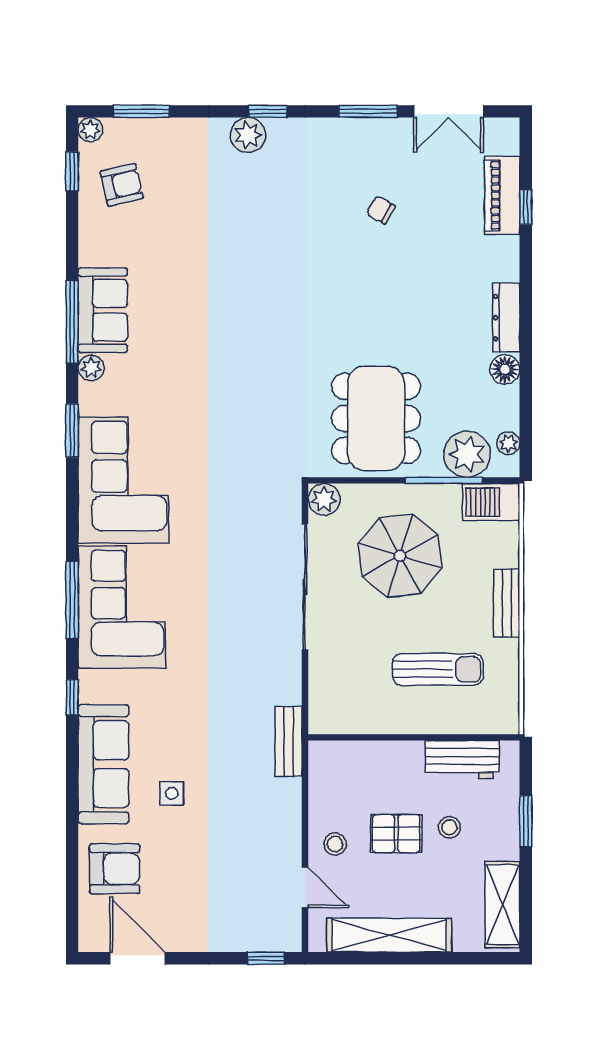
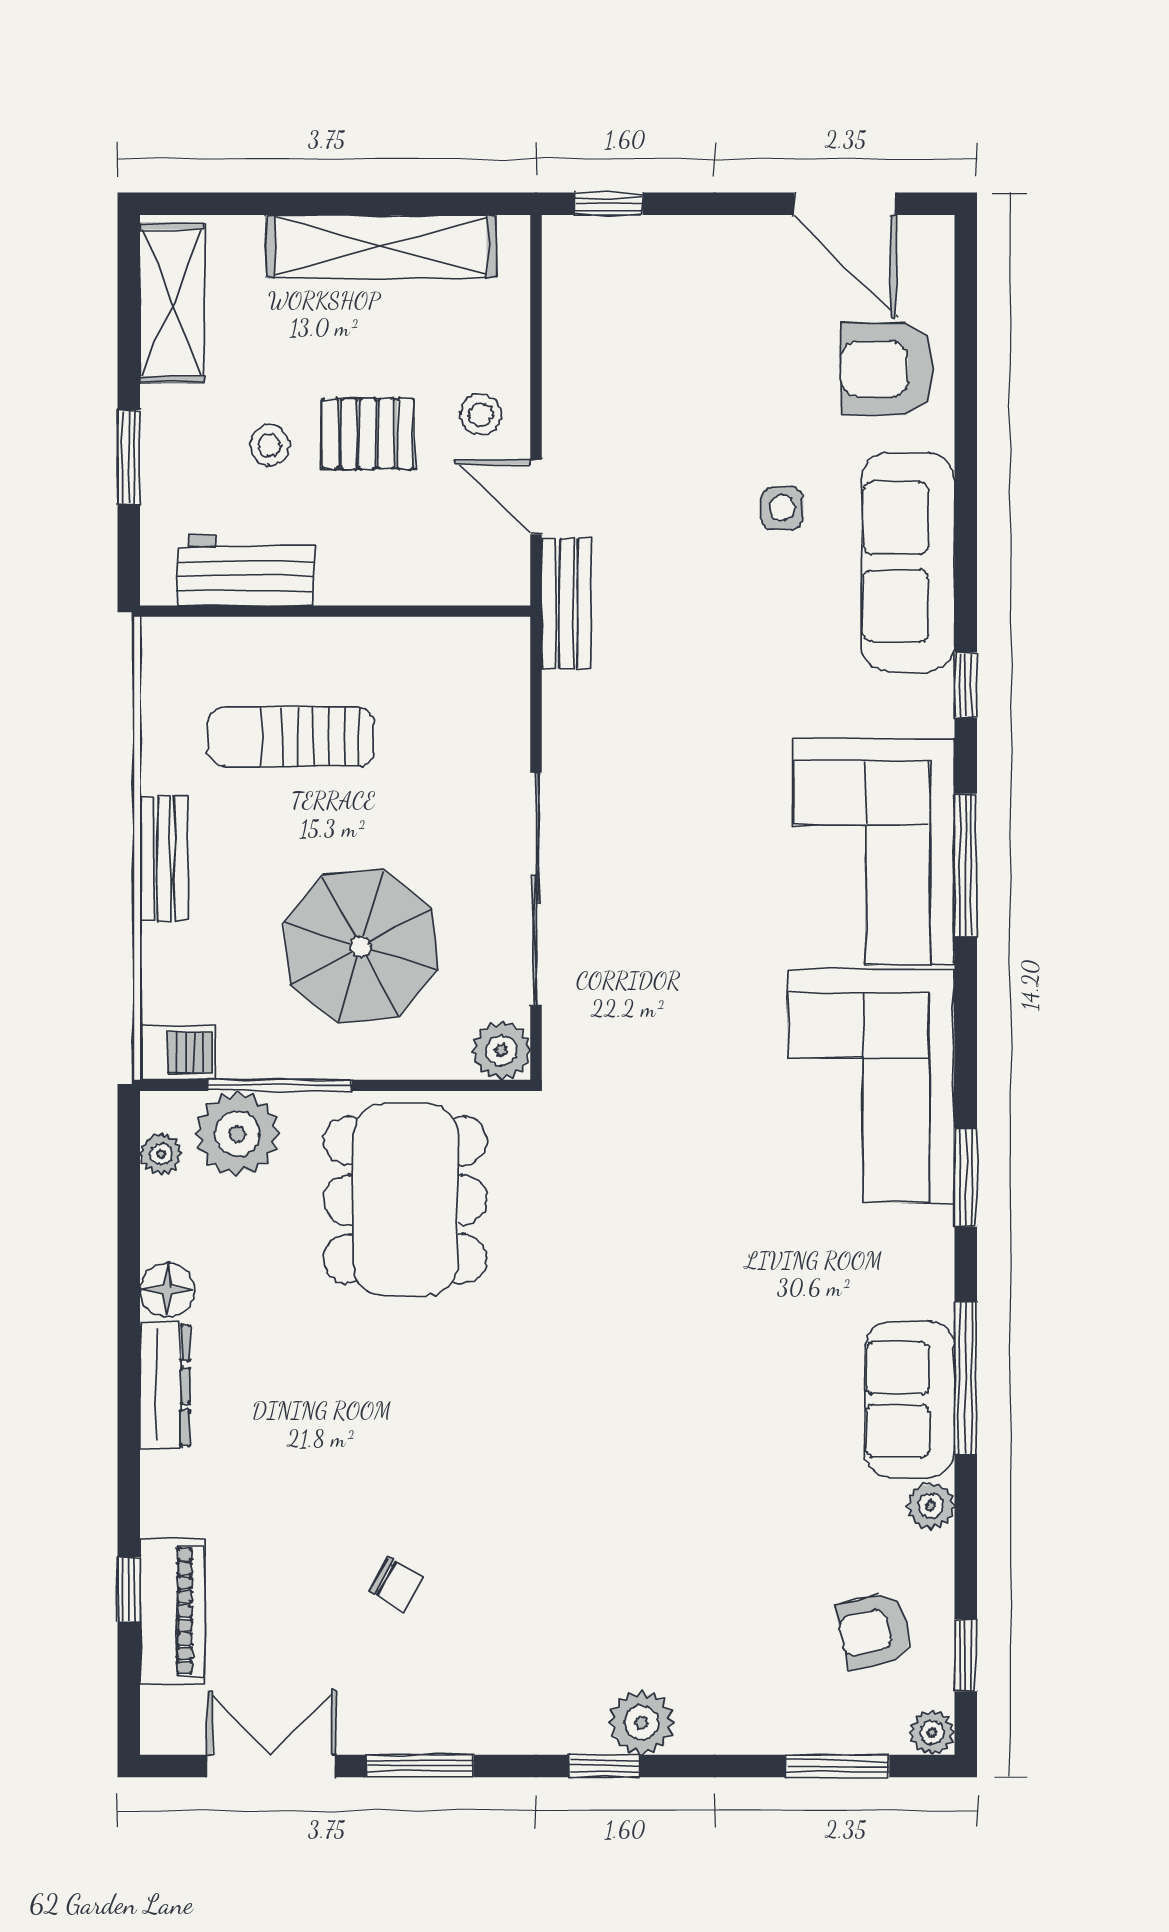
plant: (91, 368) -> (931, 1506), moved
barbecue: (491, 502) -> (178, 1053), width x0.73, depth x0.79
door: (305, 887) -> (536, 497), moved

